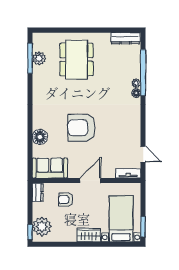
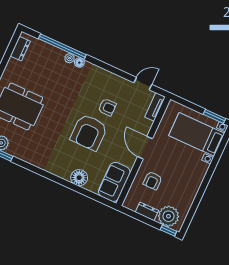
dresser: (125, 38) -> (20, 49), width x0.70
armchair: (110, 133) -> (107, 107), added
dresser: (38, 192) -> (147, 211), moved
wardrobe: (89, 235) -> (198, 174), removed

